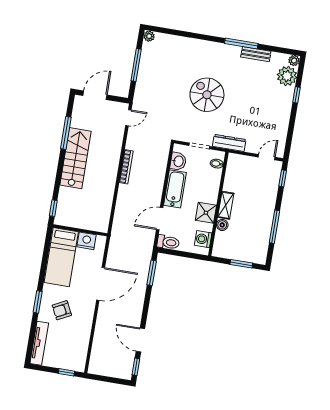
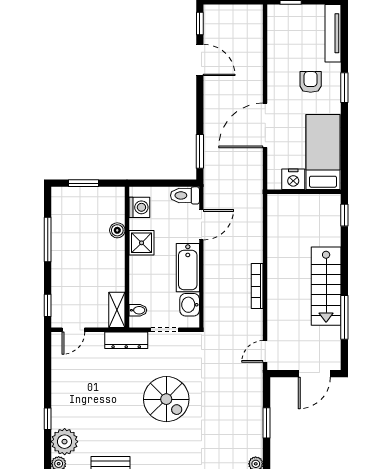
window: (136, 65) -> (267, 423), width x0.69
shelving: (226, 205) -> (117, 310), moved
armchair: (62, 310) -> (311, 82), turned -63

